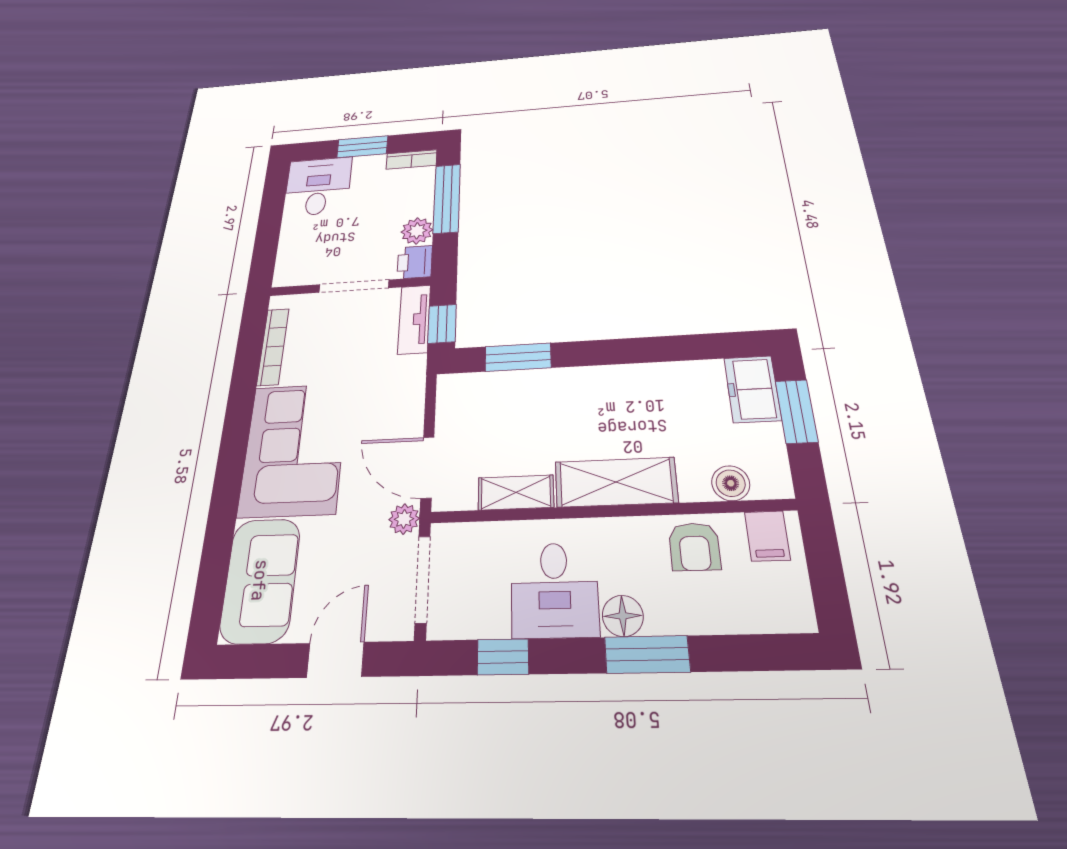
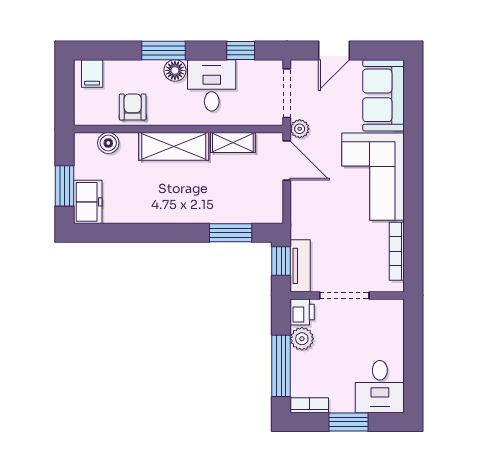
filing cabinet: (767, 536) -> (92, 73), moved, turned 180

